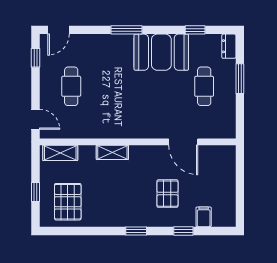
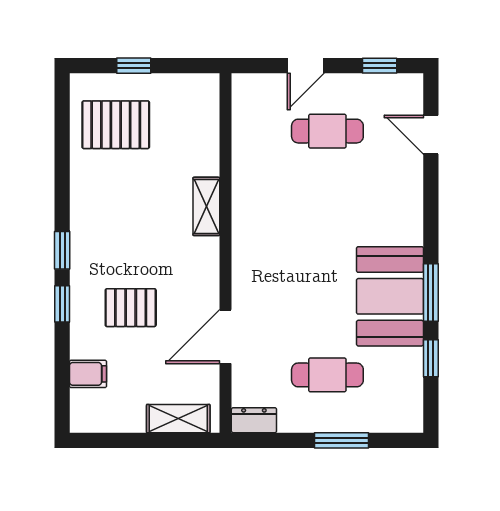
door: (58, 30) -> (431, 135), moved
window: (127, 30) -> (431, 292), moved
dresser: (229, 46) -> (254, 420), moved
door: (36, 119) -> (306, 66), moved
shelving: (60, 153) -> (178, 419), moved, turned 90
window: (183, 231) -> (62, 304), moved

